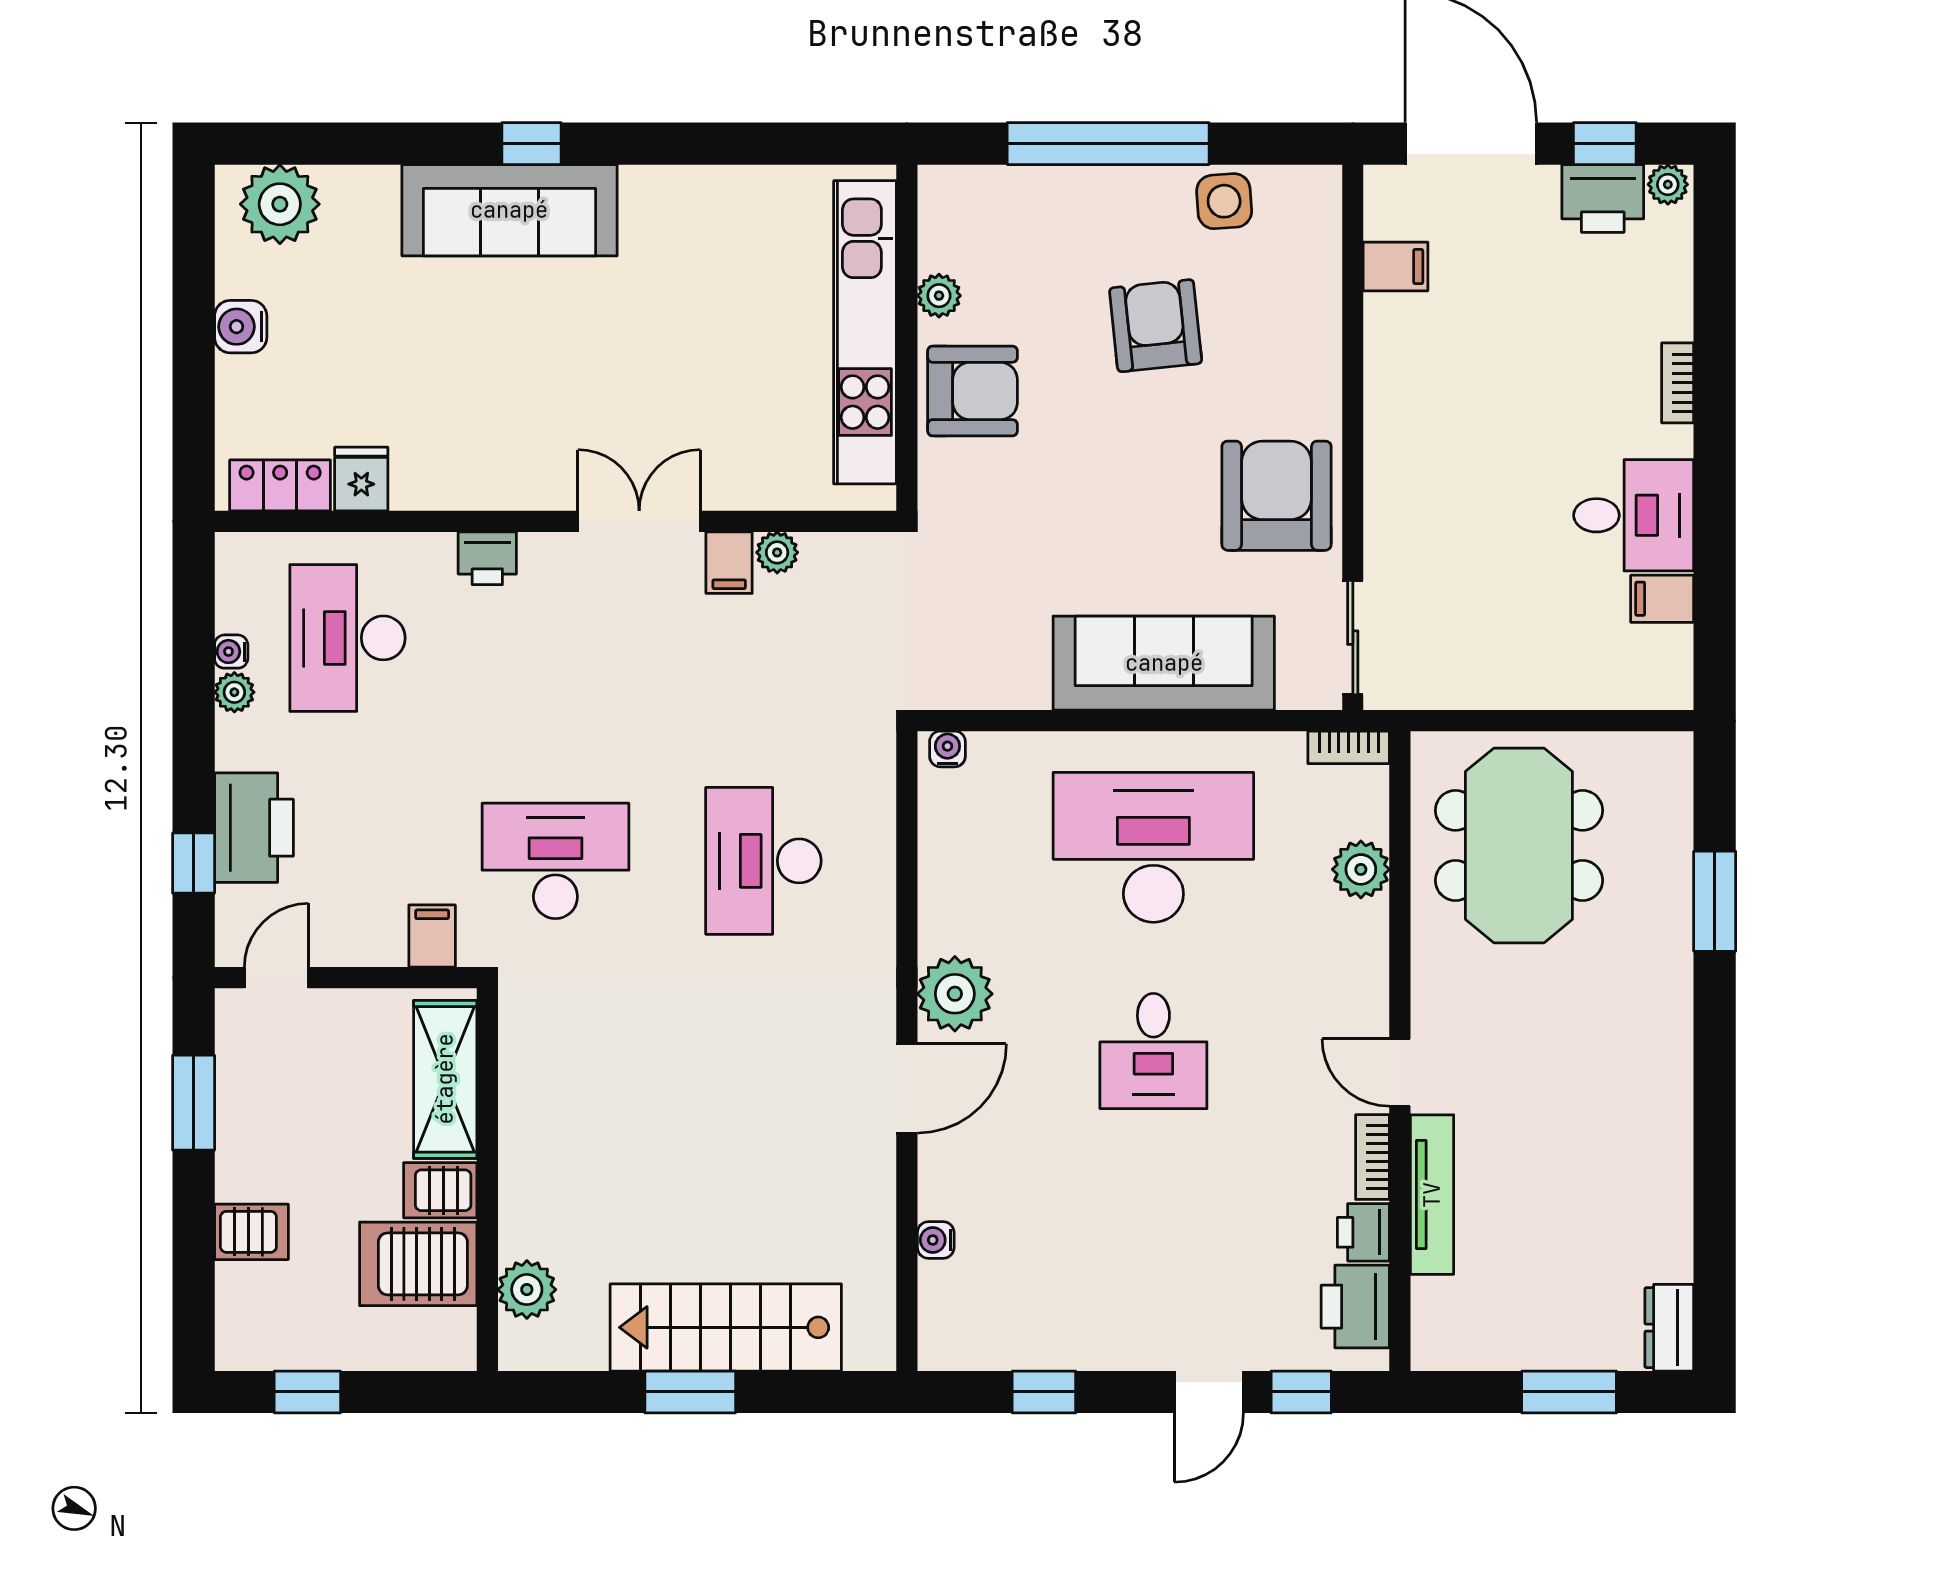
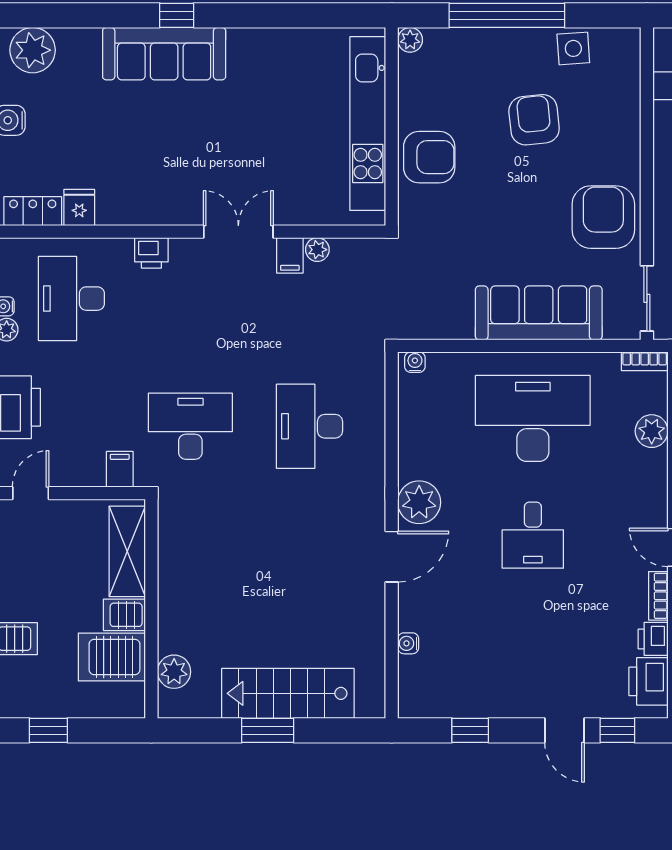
plant: (939, 296) -> (410, 40), moved
door: (1209, 1392) -> (565, 730), hinge flipped

